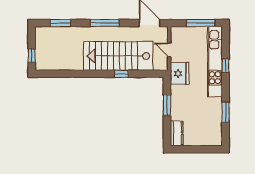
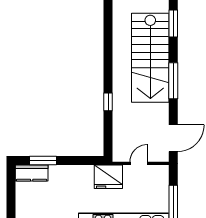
stairs: (118, 56) -> (150, 58), moved, turned 180
window: (167, 105) -> (43, 161), moved

